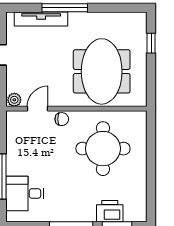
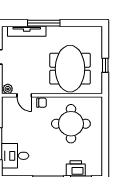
window: (151, 43) -> (105, 65), moved
door: (38, 109) -> (24, 95), swing flipped

